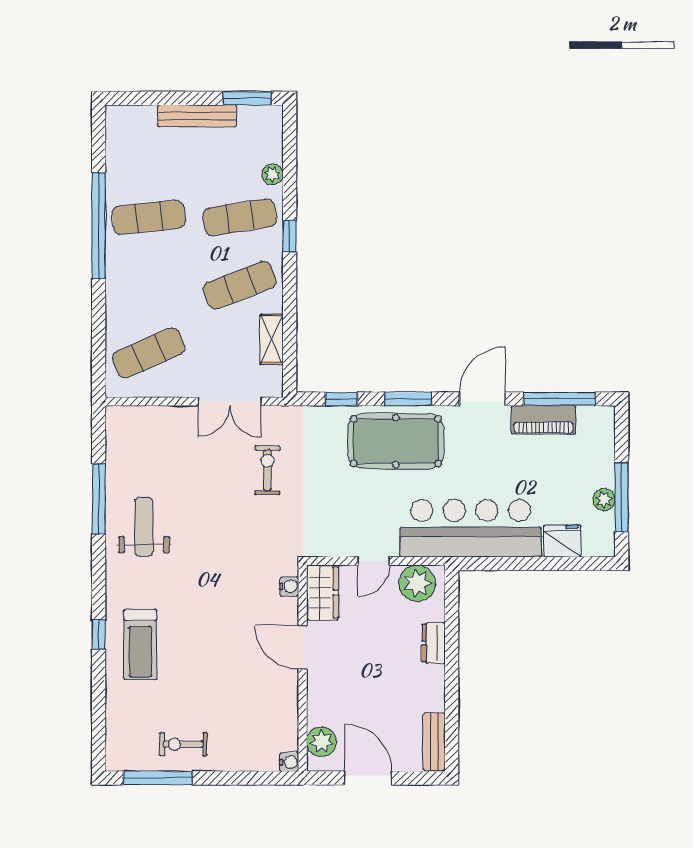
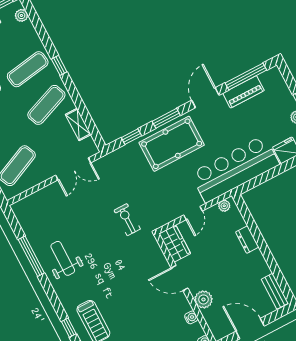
plant: (272, 174) -> (21, 15), moved
exercise bike: (267, 470) -> (127, 220), moved
plant: (417, 583) -> (224, 206), width x0.53, depth x0.53
water cooler: (289, 586) -> (191, 317), moved
plant: (322, 742) -> (203, 299), moved

